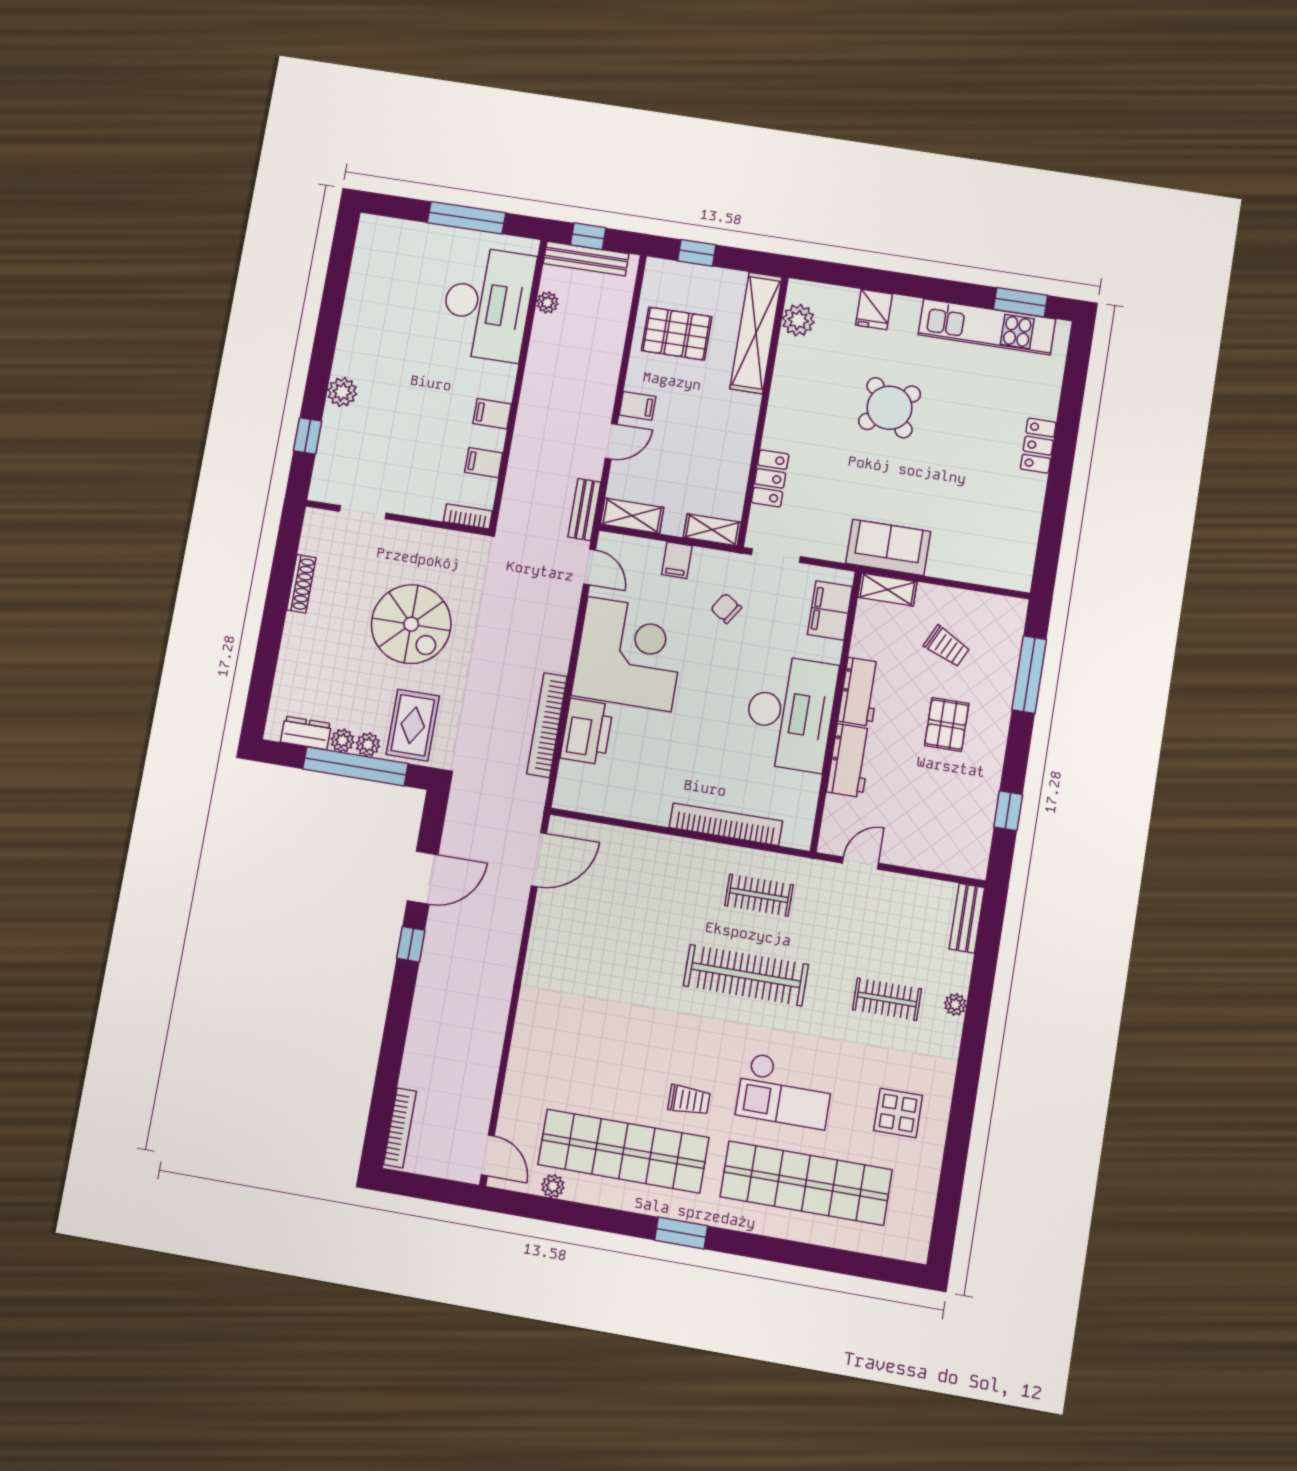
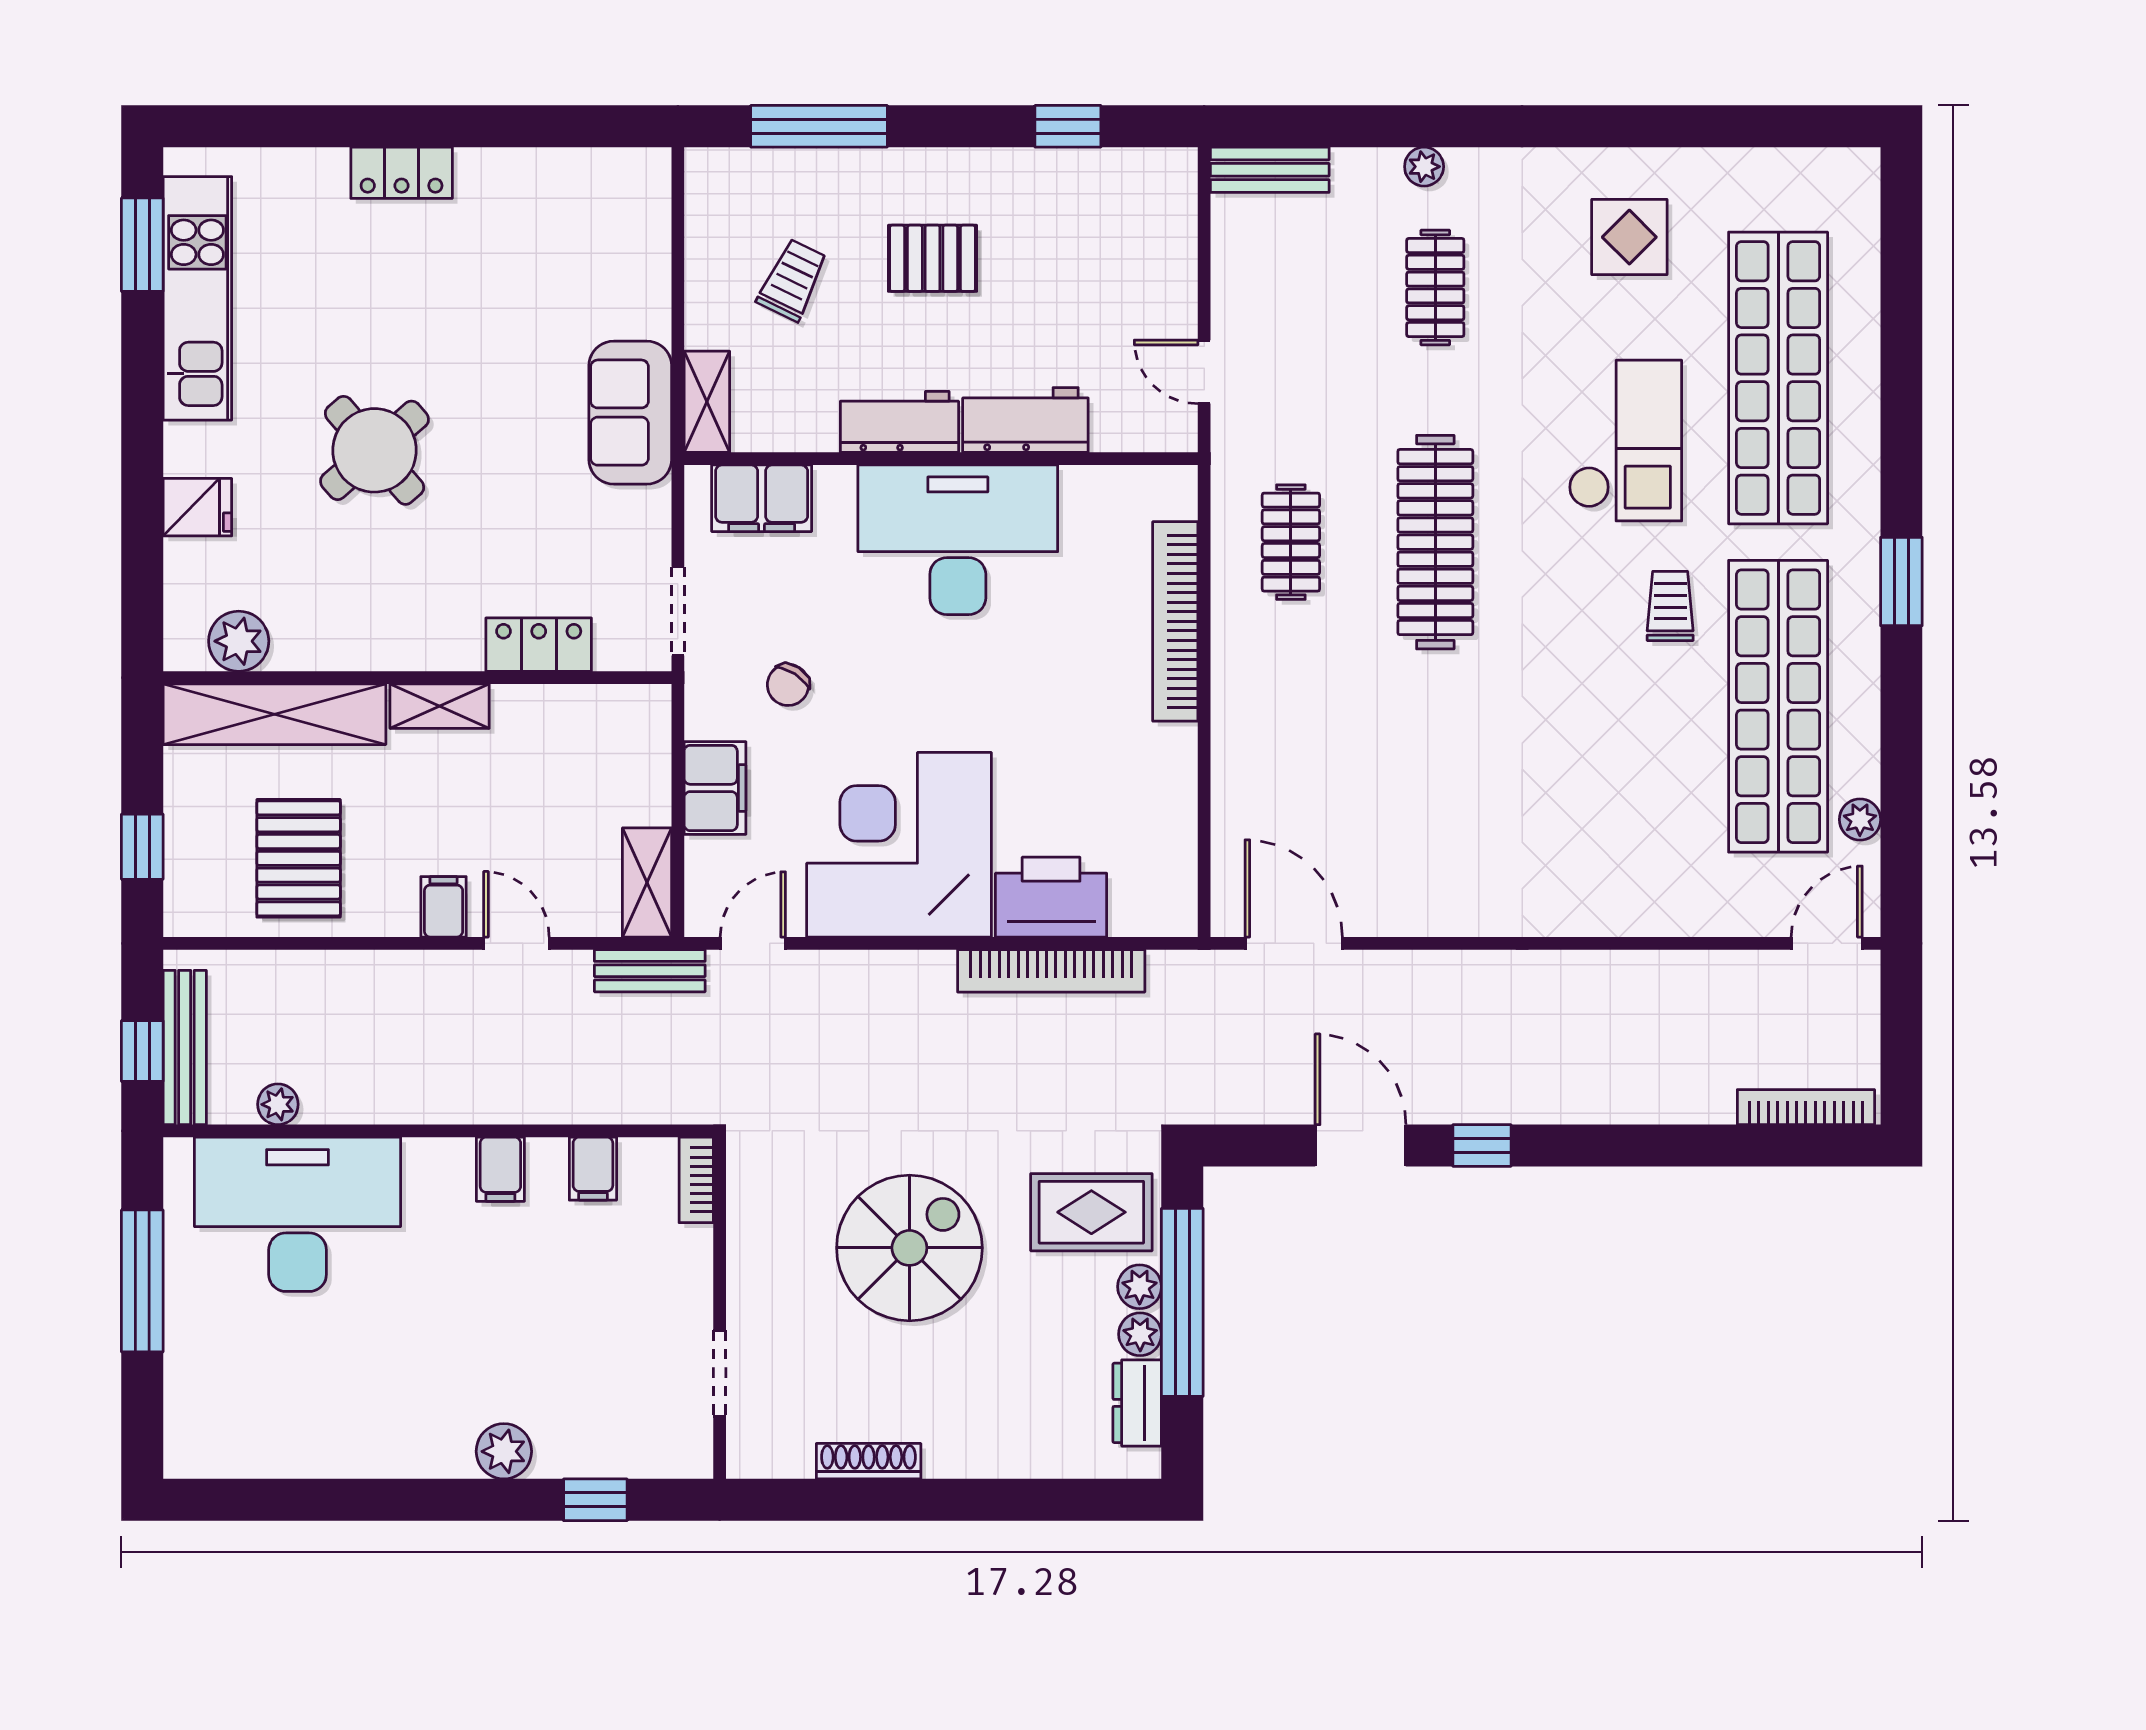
shelving: (712, 530) -> (440, 706), moved, turned 90
filing cabinet: (677, 560) -> (715, 788), width x2.00

